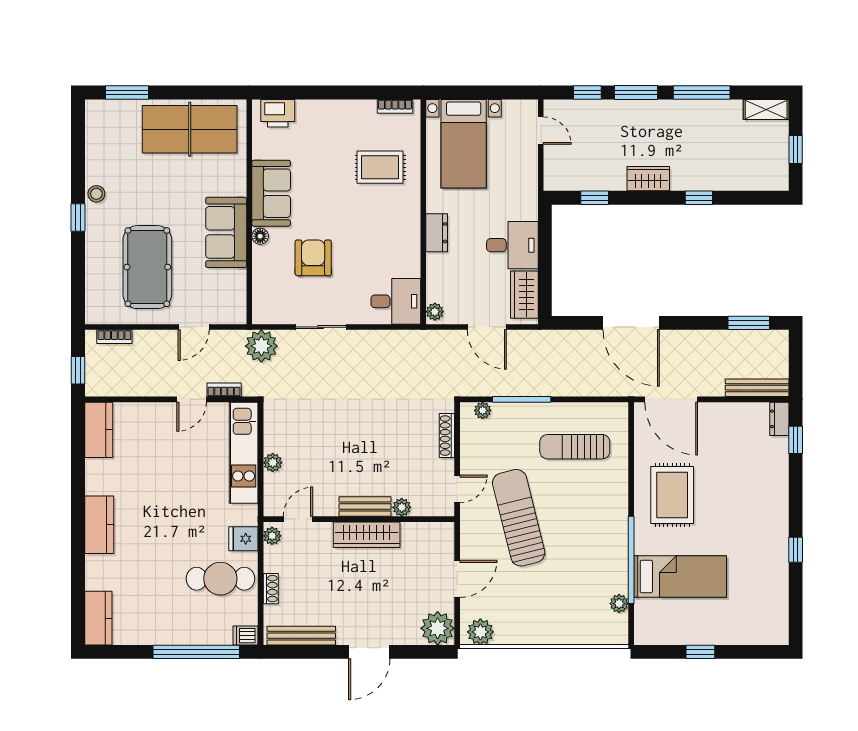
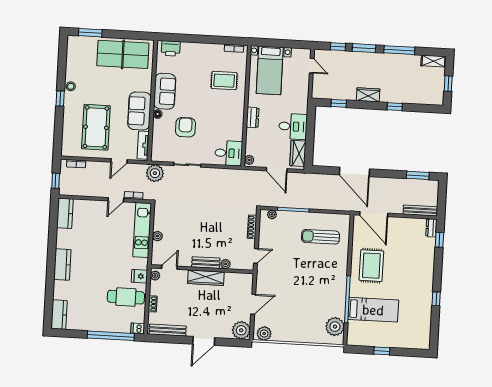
tv unit: (237, 295) -> (143, 145), added
sun lounger: (519, 518) -> (288, 273), removed
plant: (619, 604) -> (335, 327), width x1.87, depth x1.87

